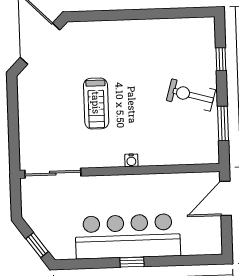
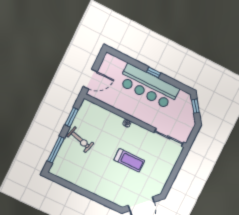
window: (221, 59) -> (56, 150), width x2.17
treadmill: (96, 103) -> (129, 160), turned 90

